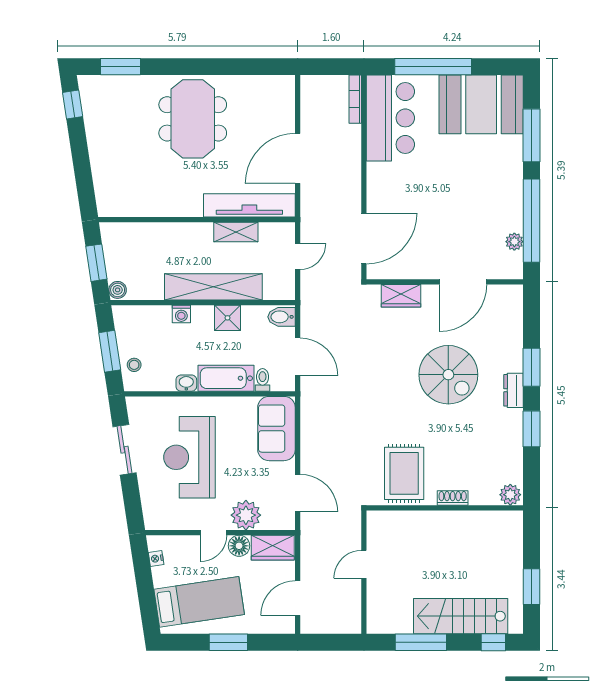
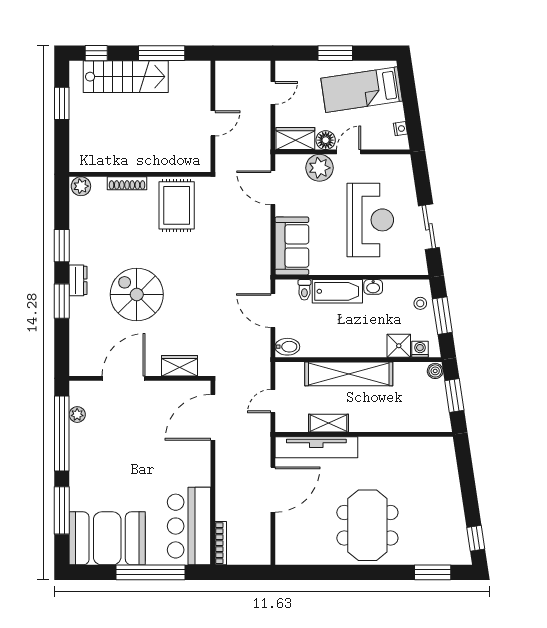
washing machine: (181, 314) -> (420, 349), moved
shower: (227, 318) -> (399, 346), moved
shoe rack: (453, 498) -> (127, 183), width x1.43
door: (298, 598) -> (273, 93), width x0.73

